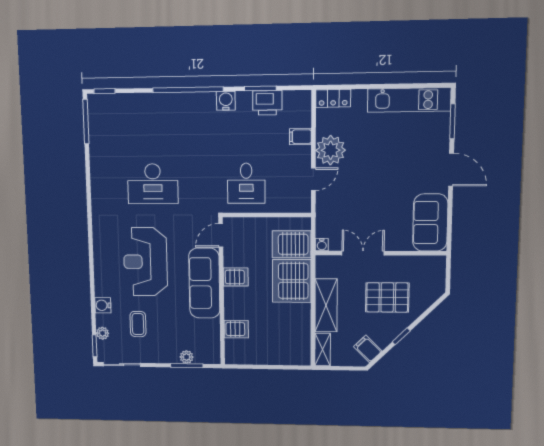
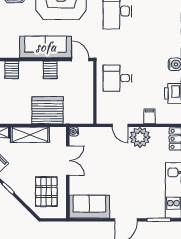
server rack: (292, 244) -> (74, 110), removed
pallet: (387, 297) -> (46, 192), moved

